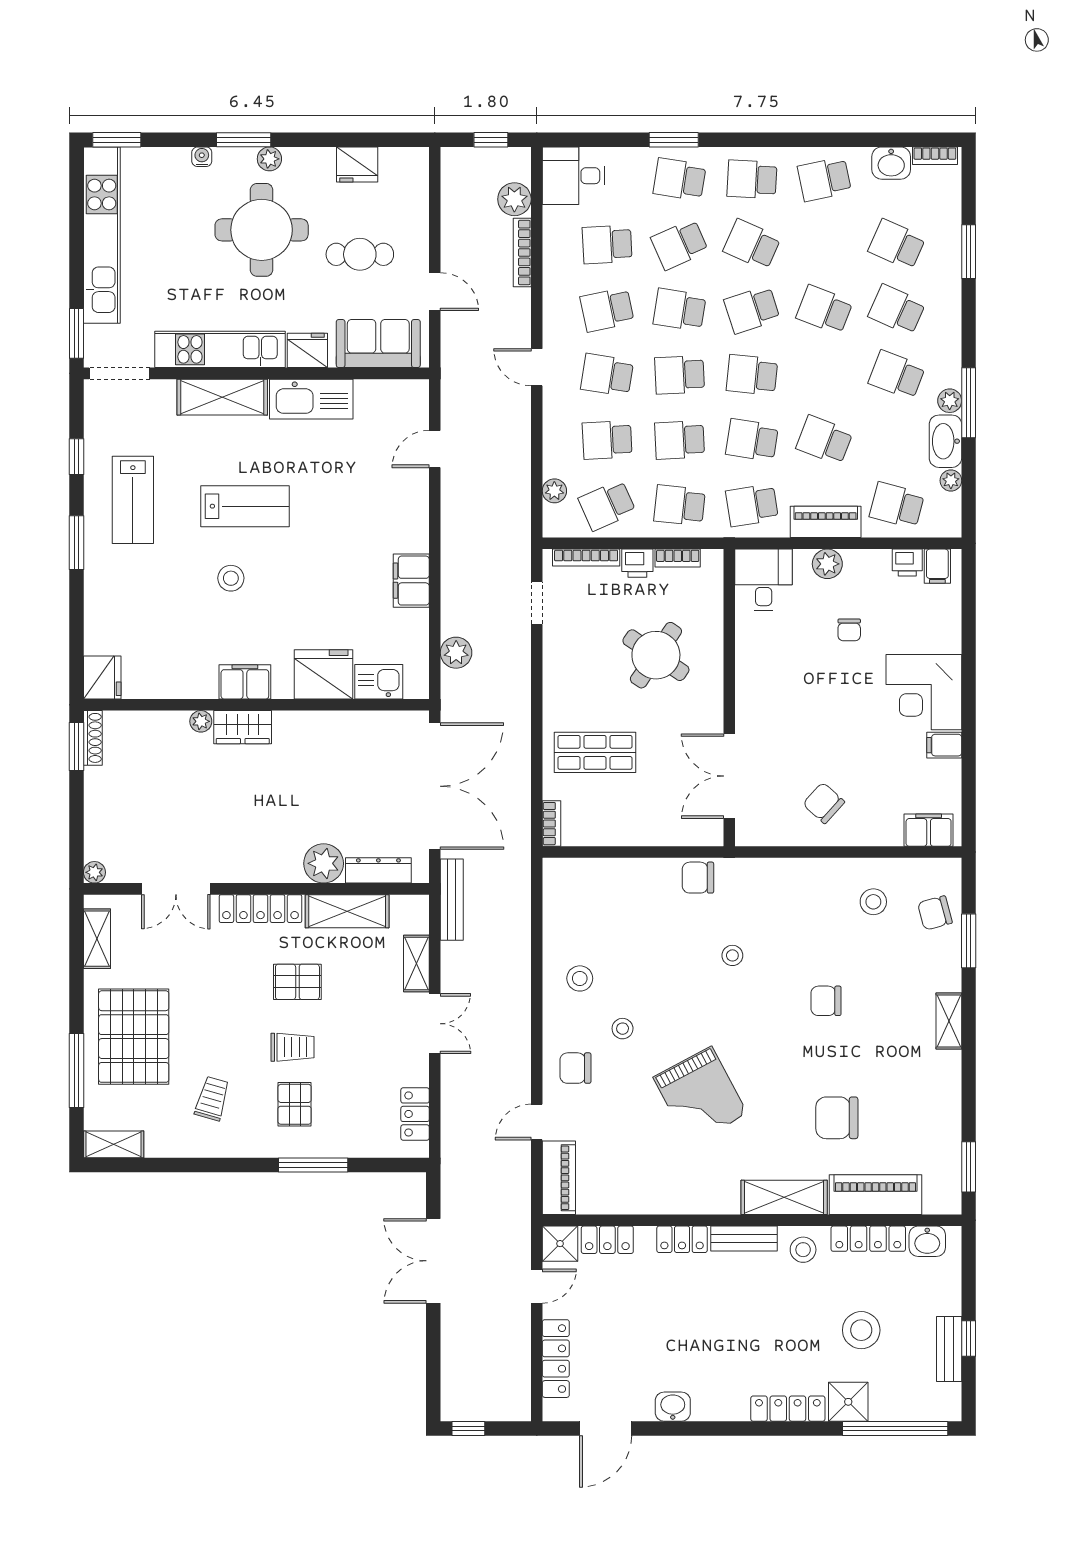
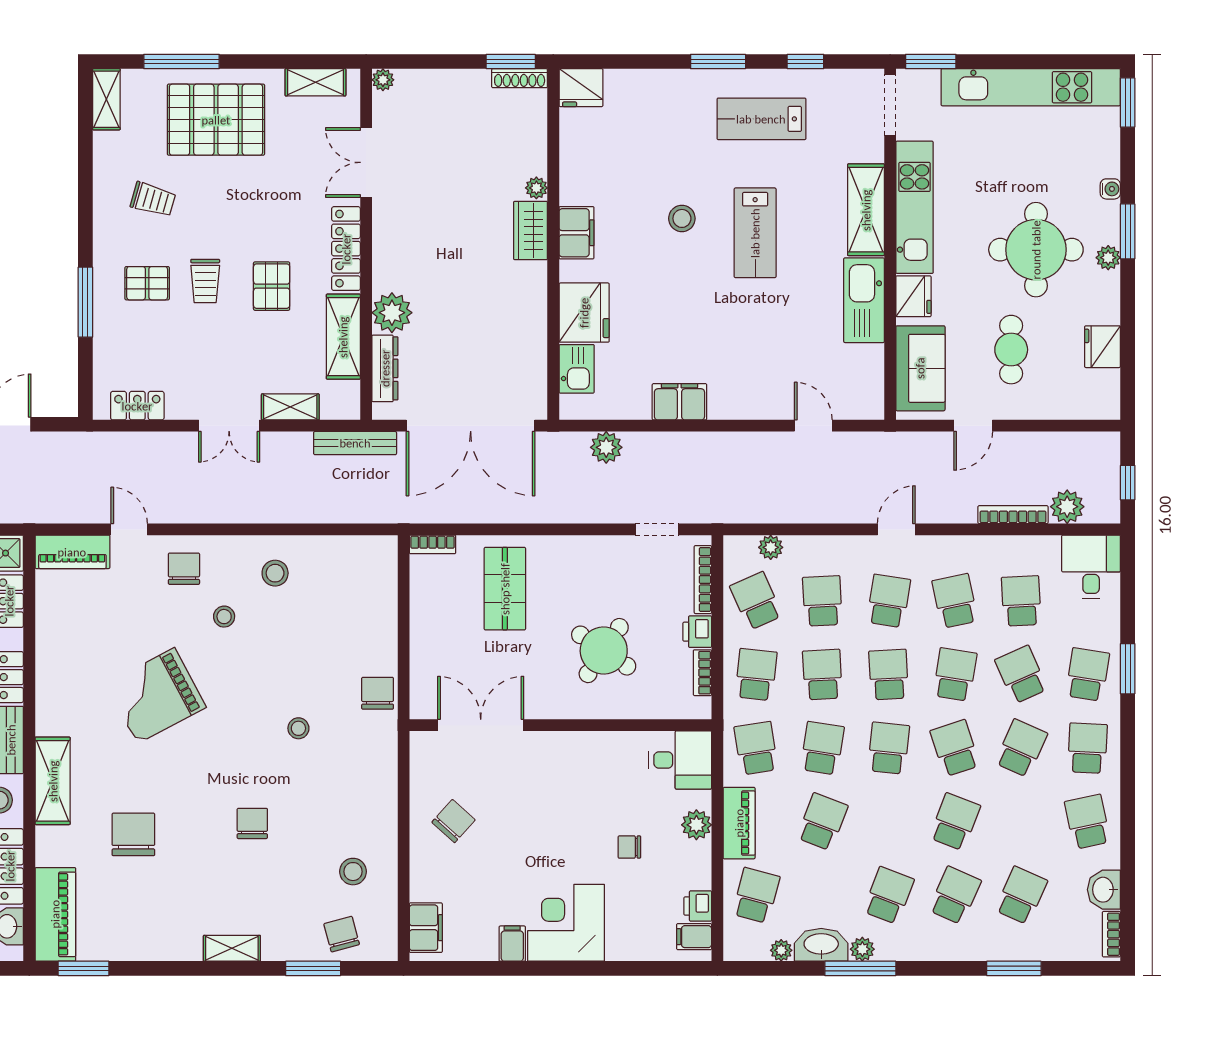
piano: (875, 1195) -> (55, 914), moved

